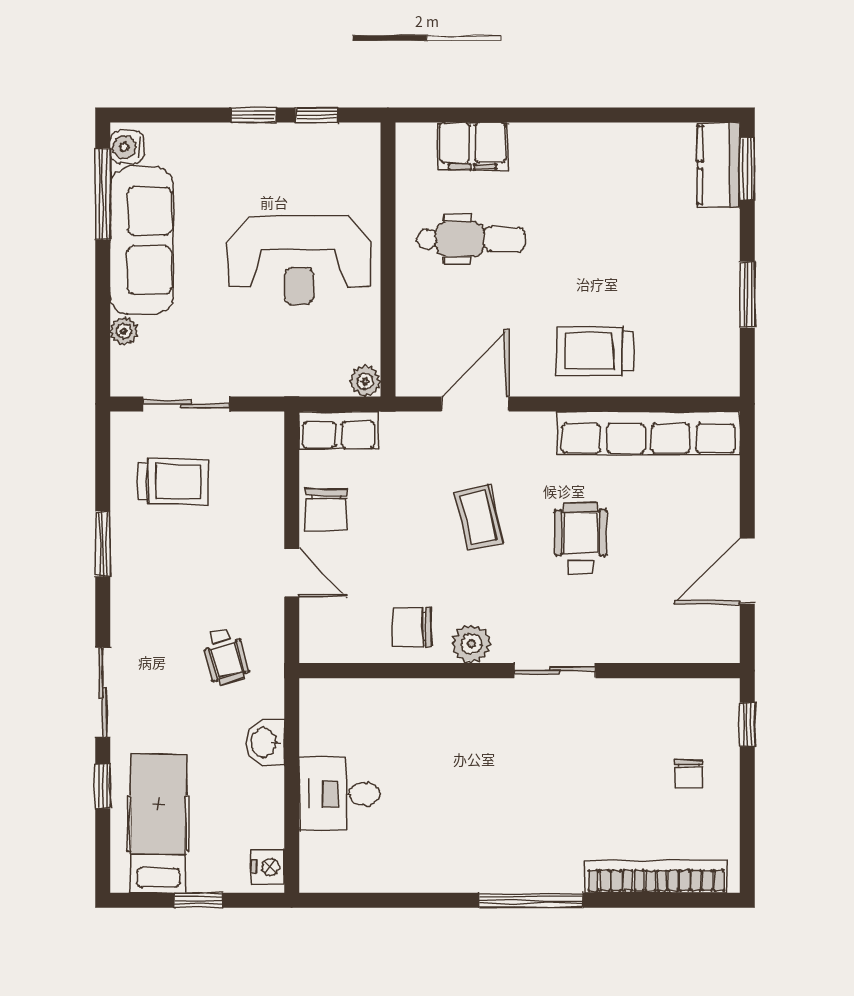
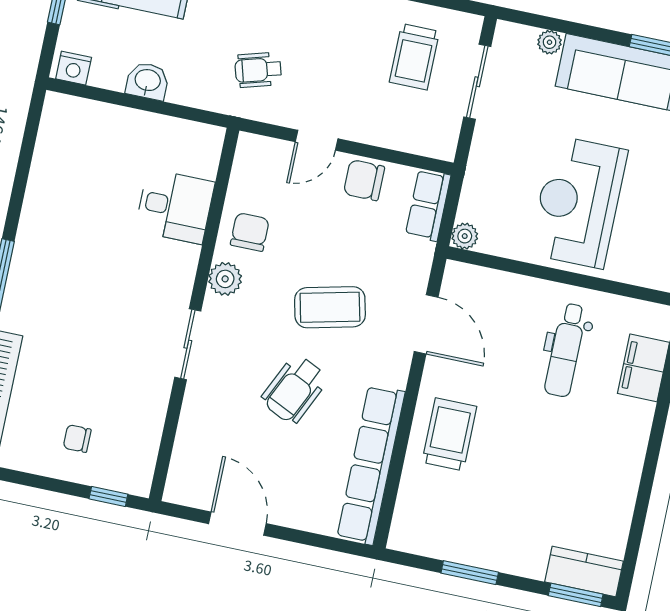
coffee table: (479, 518) -> (330, 307), width x1.36, depth x1.30
wheelchair: (581, 538) -> (294, 389), turned 115
washbasin: (265, 742) -> (147, 81), moved
desk: (339, 794) -> (175, 206), moved, turned 90

